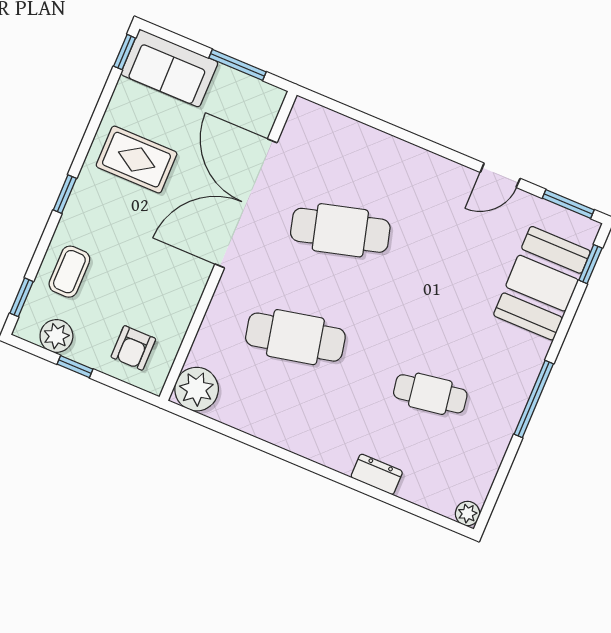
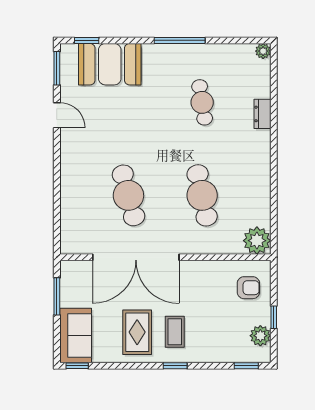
coffee table: (69, 272) -> (175, 332), moved, turned 90

